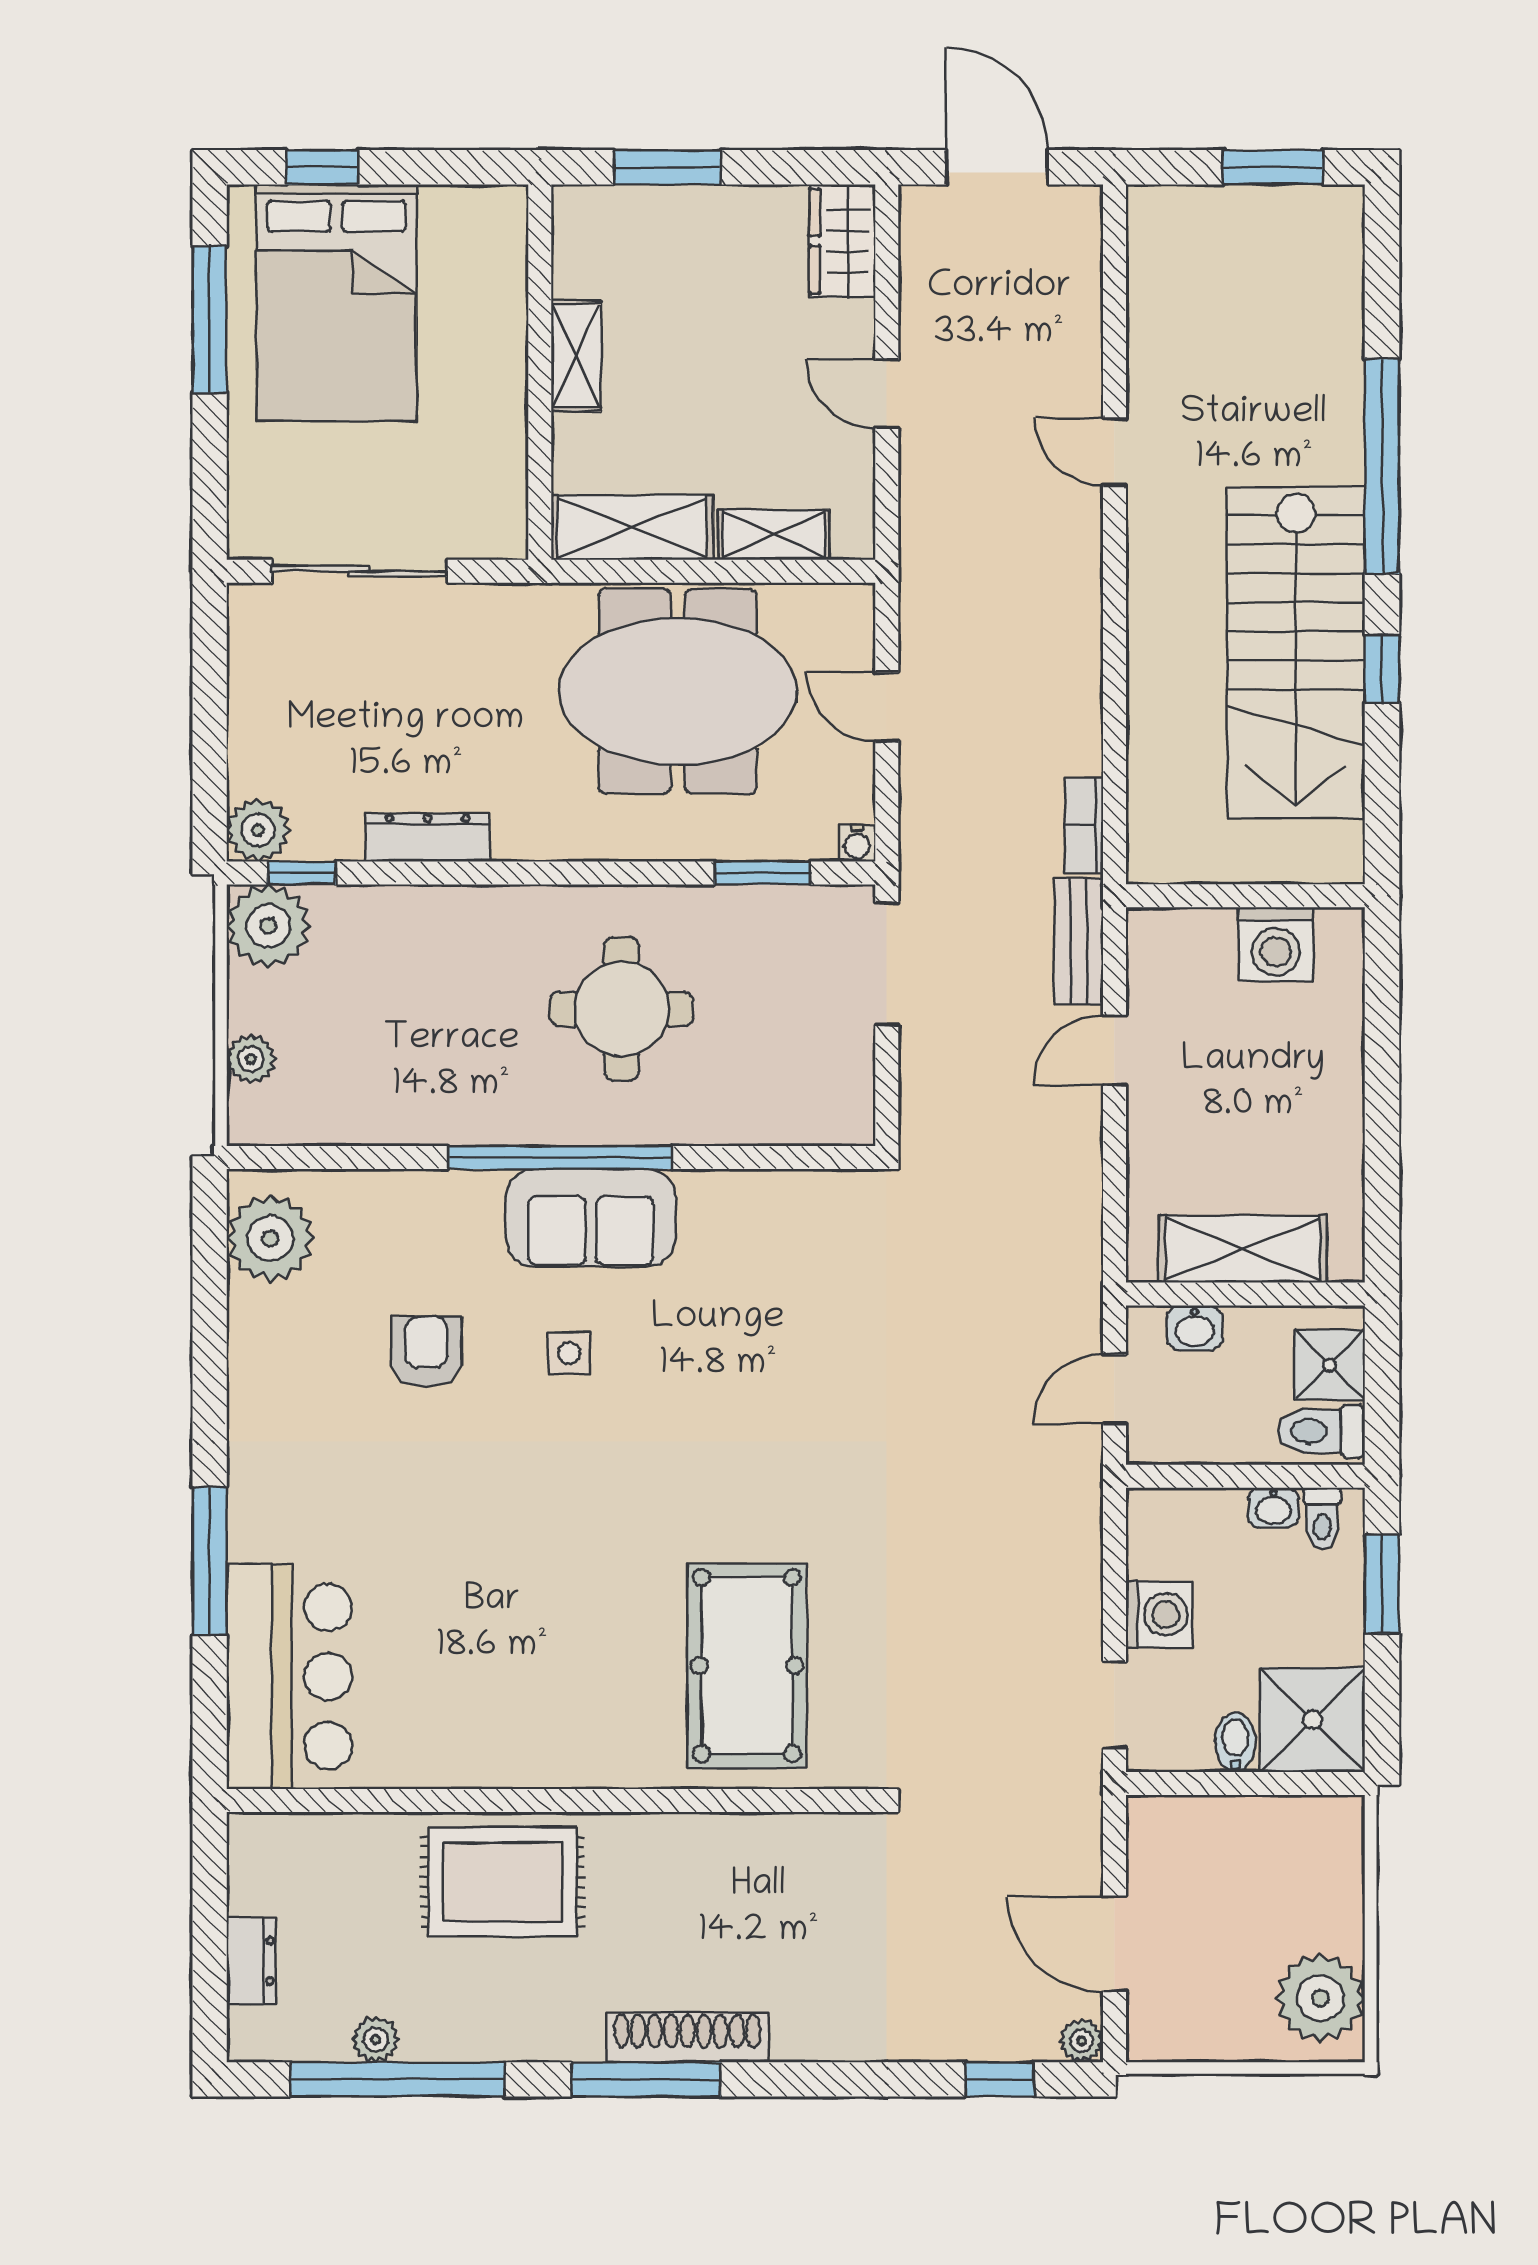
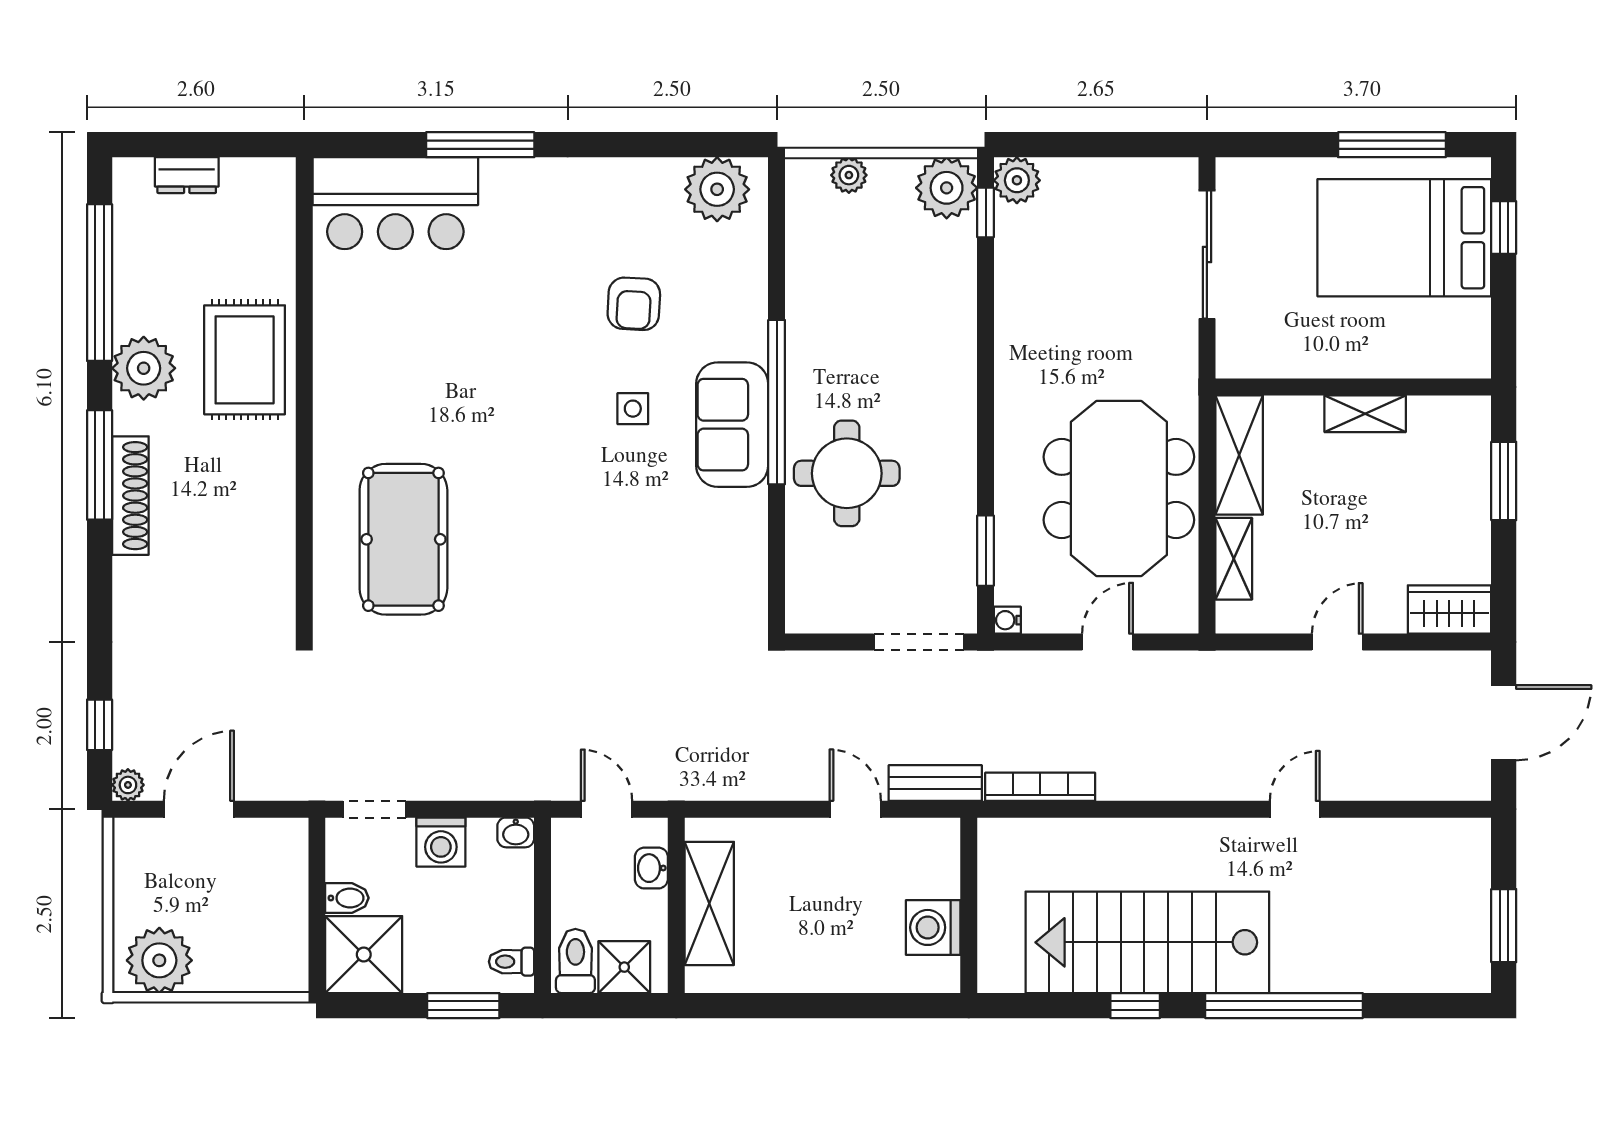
bookcase: (1084, 825) -> (1040, 787), width x1.56
dresser: (428, 837) -> (1012, 305), removed
round table: (622, 1009) -> (847, 473), moved
armchair: (426, 1352) -> (634, 304), turned 93
washbasin: (1273, 1508) -> (516, 832), moved, turned -90
pool table: (747, 1666) -> (403, 539), turned 90
plant: (376, 2039) -> (144, 368), moved, width x1.87, depth x1.87

